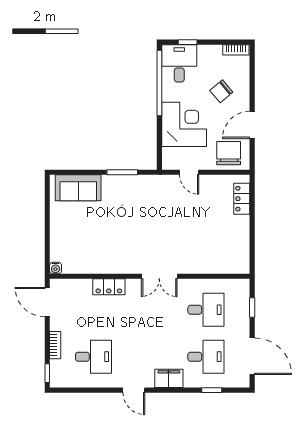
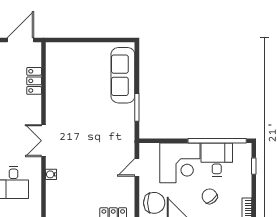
desk: (179, 63) -> (217, 160), moved, turned -90
sofa: (78, 188) -> (123, 75), width x1.36
water cooler: (56, 268) -> (51, 174), moved
locker: (109, 287) -> (34, 81), moved

